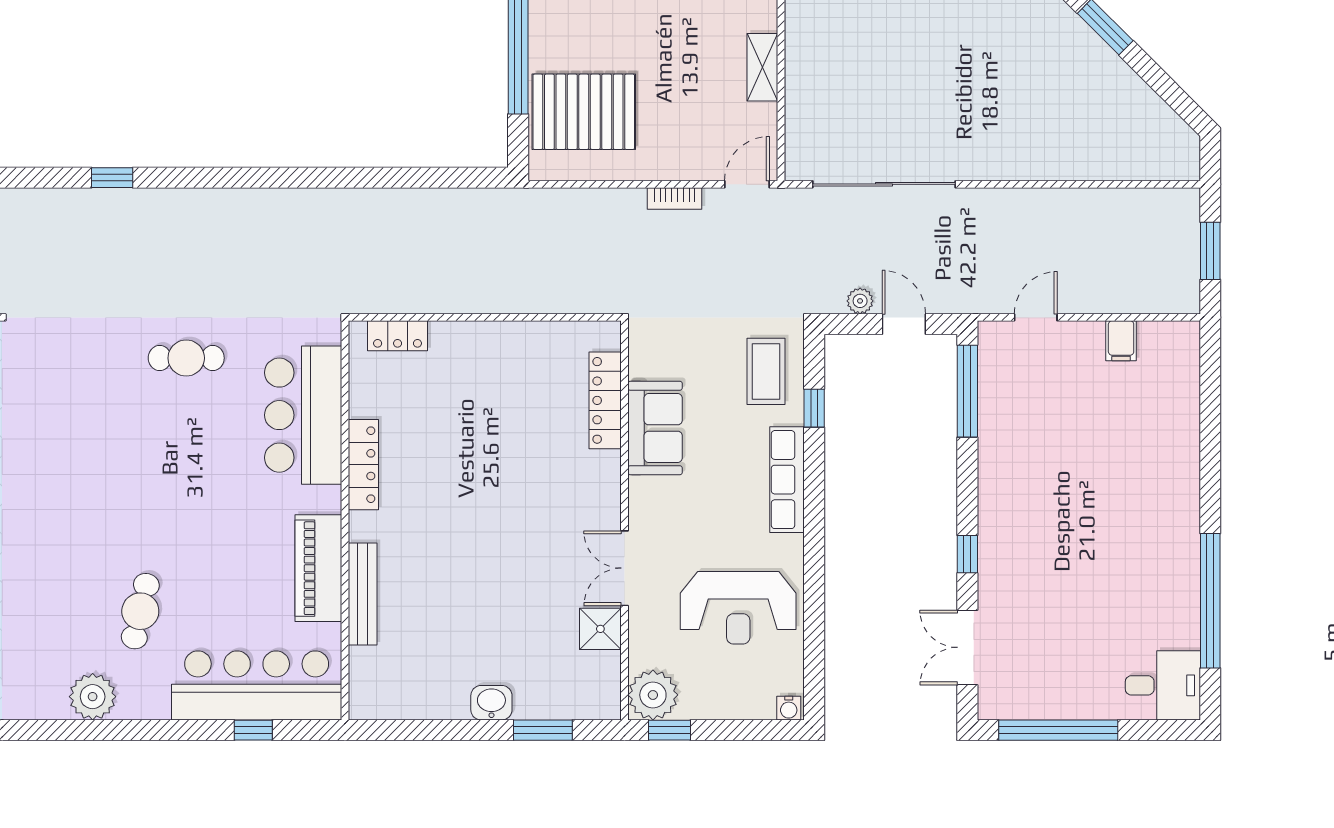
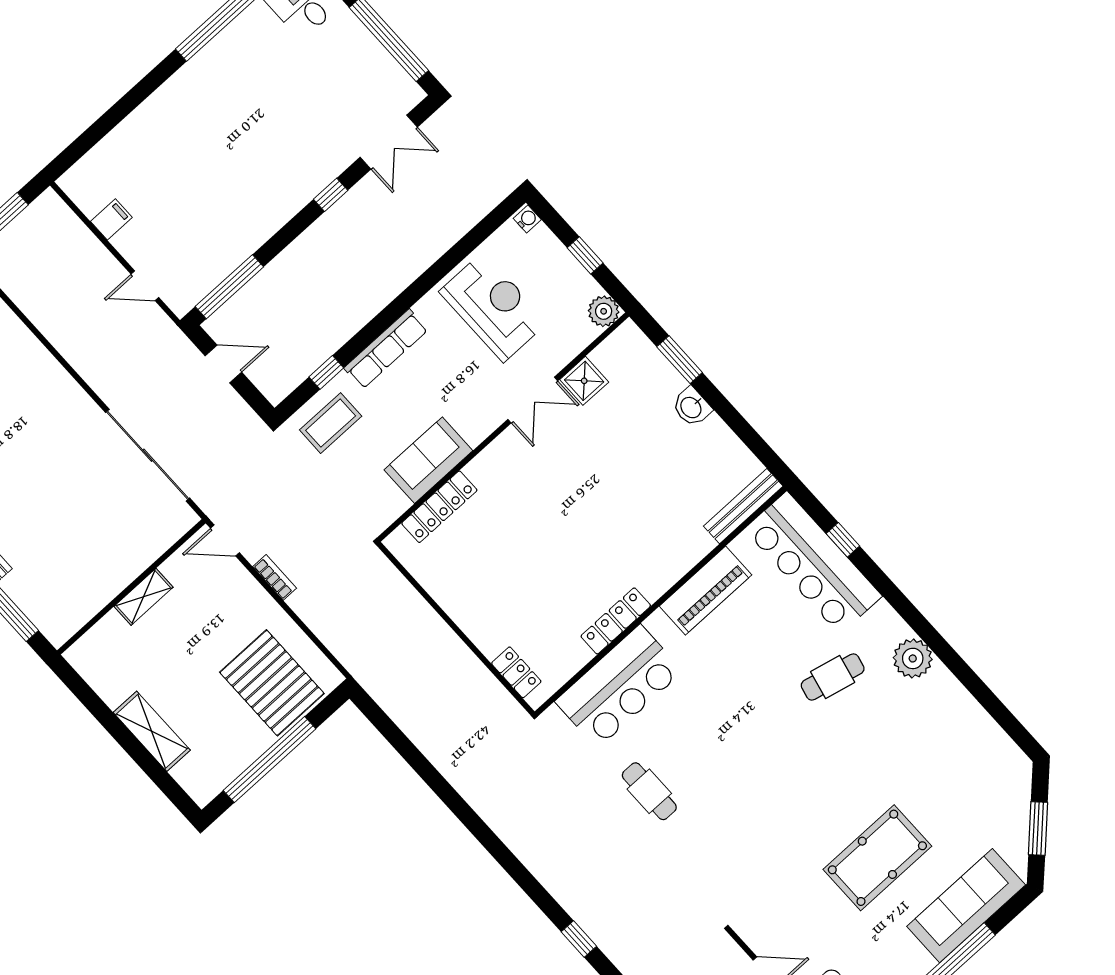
plant: (860, 301) -> (234, 404), removed
door: (904, 324) -> (223, 364), swing flipped
bench: (363, 594) -> (743, 506), moved
plant: (653, 695) -> (604, 311), width x0.73, depth x0.73
window: (669, 730) -> (585, 255), moved

